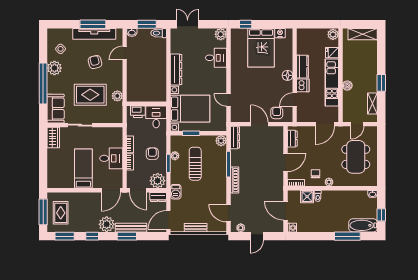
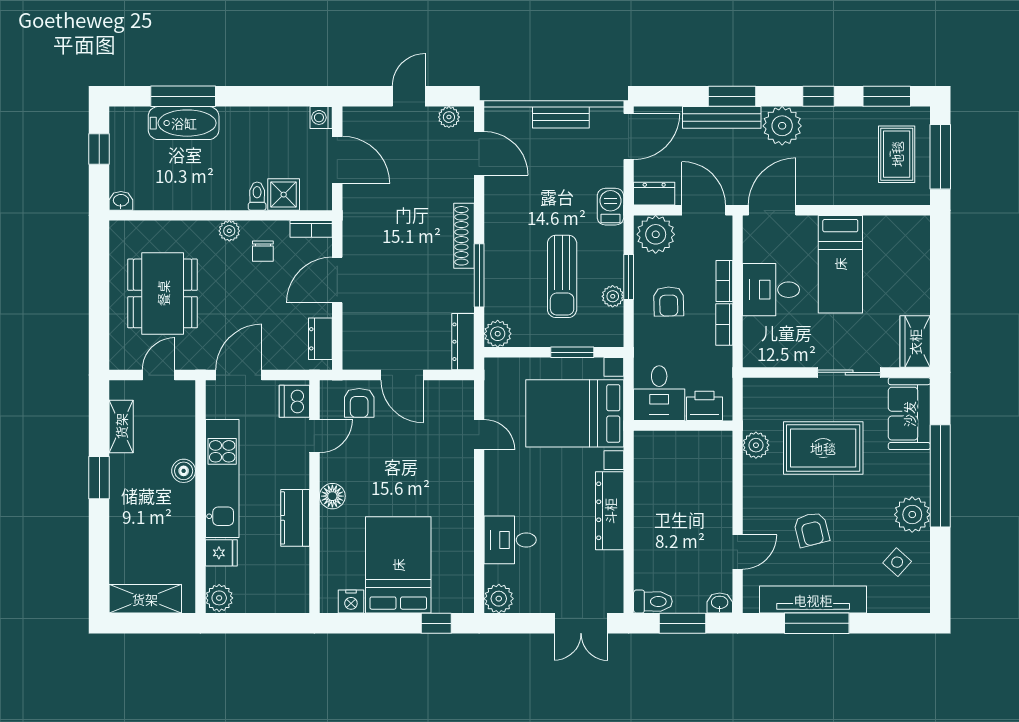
dishwasher: (303, 85) -> (294, 401), moved
bathtub: (363, 225) -> (184, 123), moved

